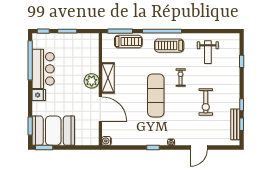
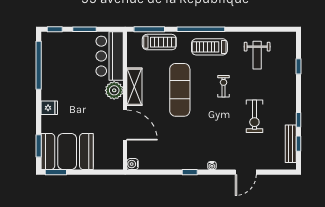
bar counter: (43, 69) -> (110, 56), moved, turned 180
exercise mat: (156, 95) -> (180, 90), moved

